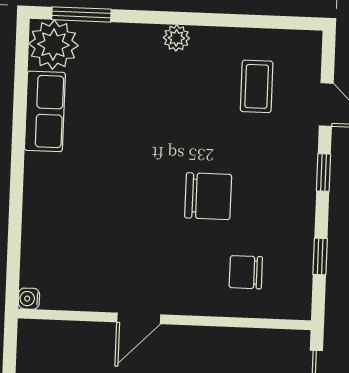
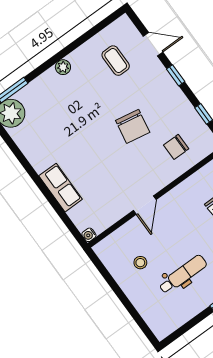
row of seats: (45, 111) -> (61, 188), moved
chair: (208, 196) -> (133, 126), turned 100

